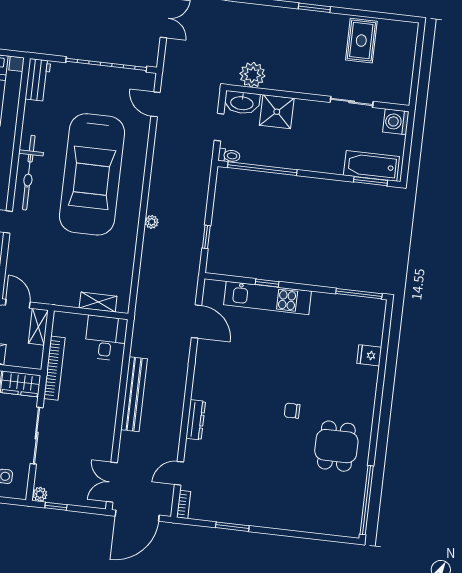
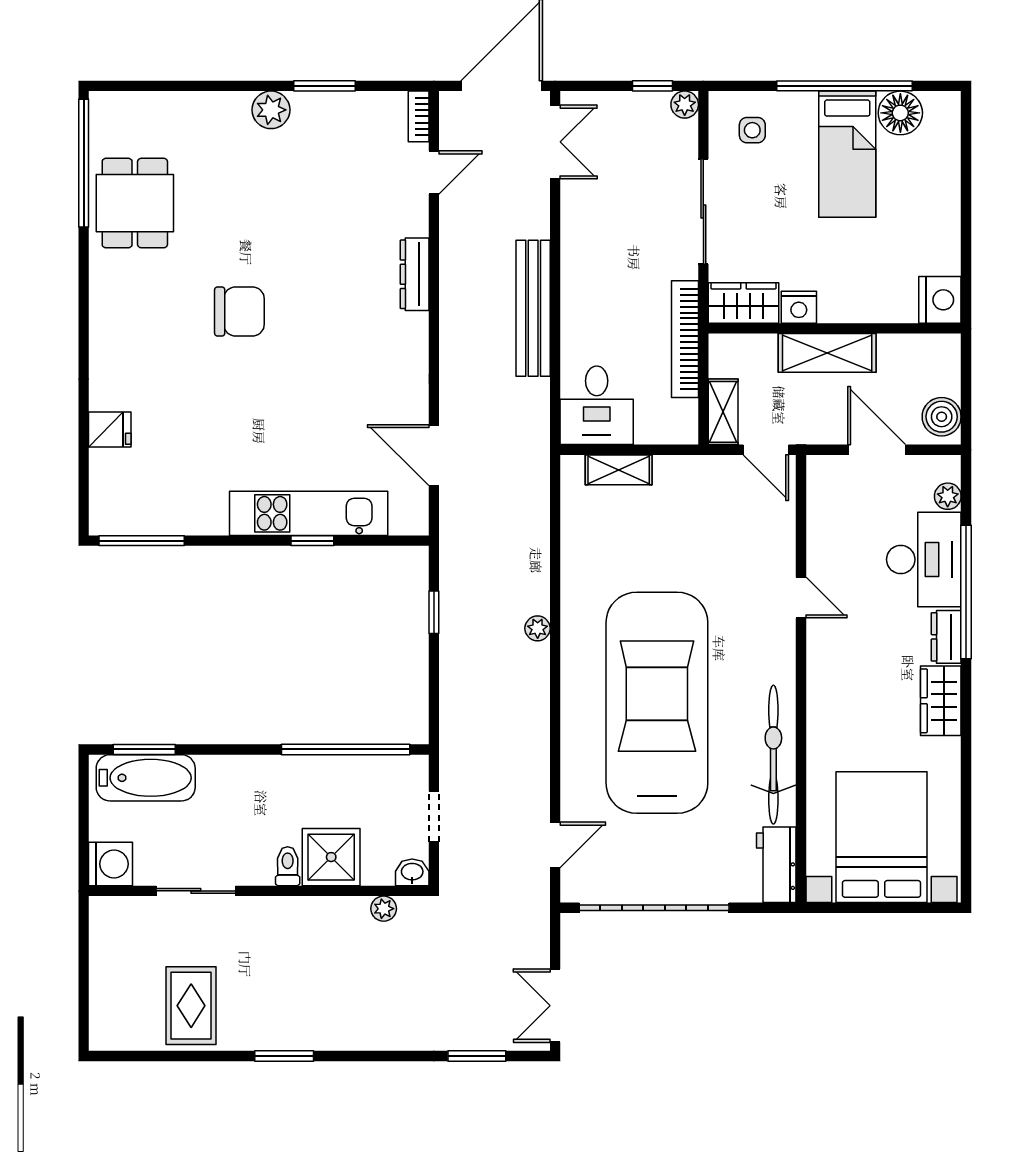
plant: (252, 75) -> (384, 909), width x0.53, depth x0.53
washbasin: (242, 103) -> (412, 872), width x0.52, depth x0.69
door: (156, 104) -> (555, 845), hinge flipped
toilet: (229, 156) -> (288, 866), moved, turned 90
bicycle: (29, 173) -> (773, 755), moved
chair: (292, 411) -> (239, 312), width x1.87, depth x1.87
dining table: (336, 446) -> (135, 203), moved
plant: (263, 517) -> (271, 110), added

